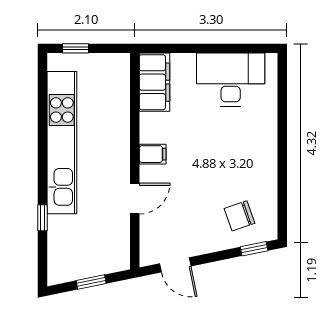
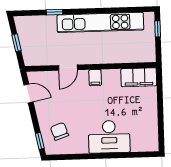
desk: (231, 80) -> (109, 137), moved, turned 90
door: (135, 199) -> (68, 68), hinge flipped
door: (175, 265) -> (29, 93), swing flipped

